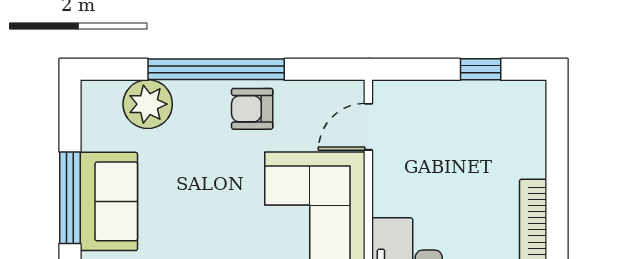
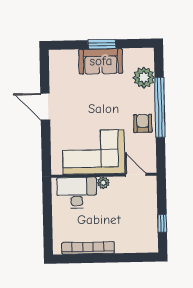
window: (70, 198) -> (102, 44), width x0.69
plant: (385, 201) -> (103, 183), added

